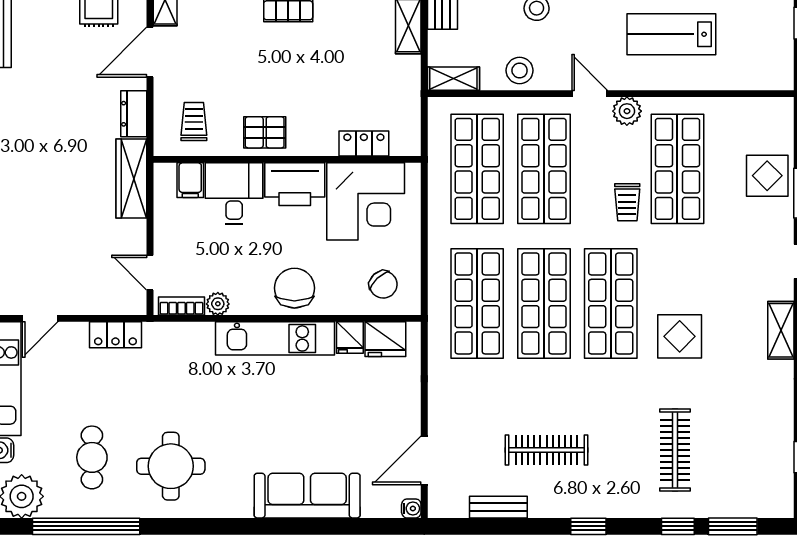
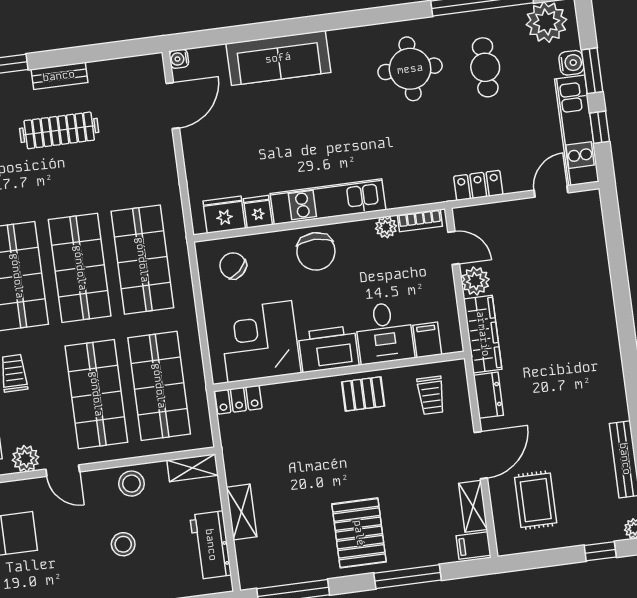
locker: (364, 144) -> (238, 400), moved
plant: (132, 235) -> (475, 281), added
bench: (498, 507) -> (59, 76), moved

